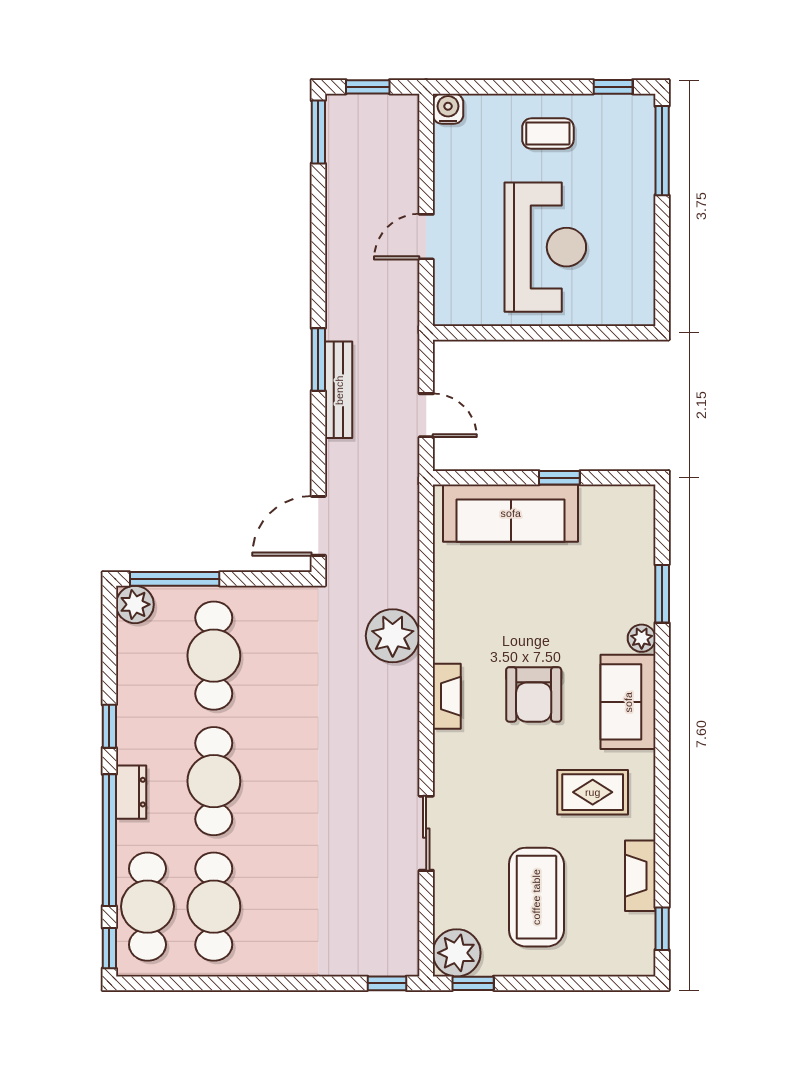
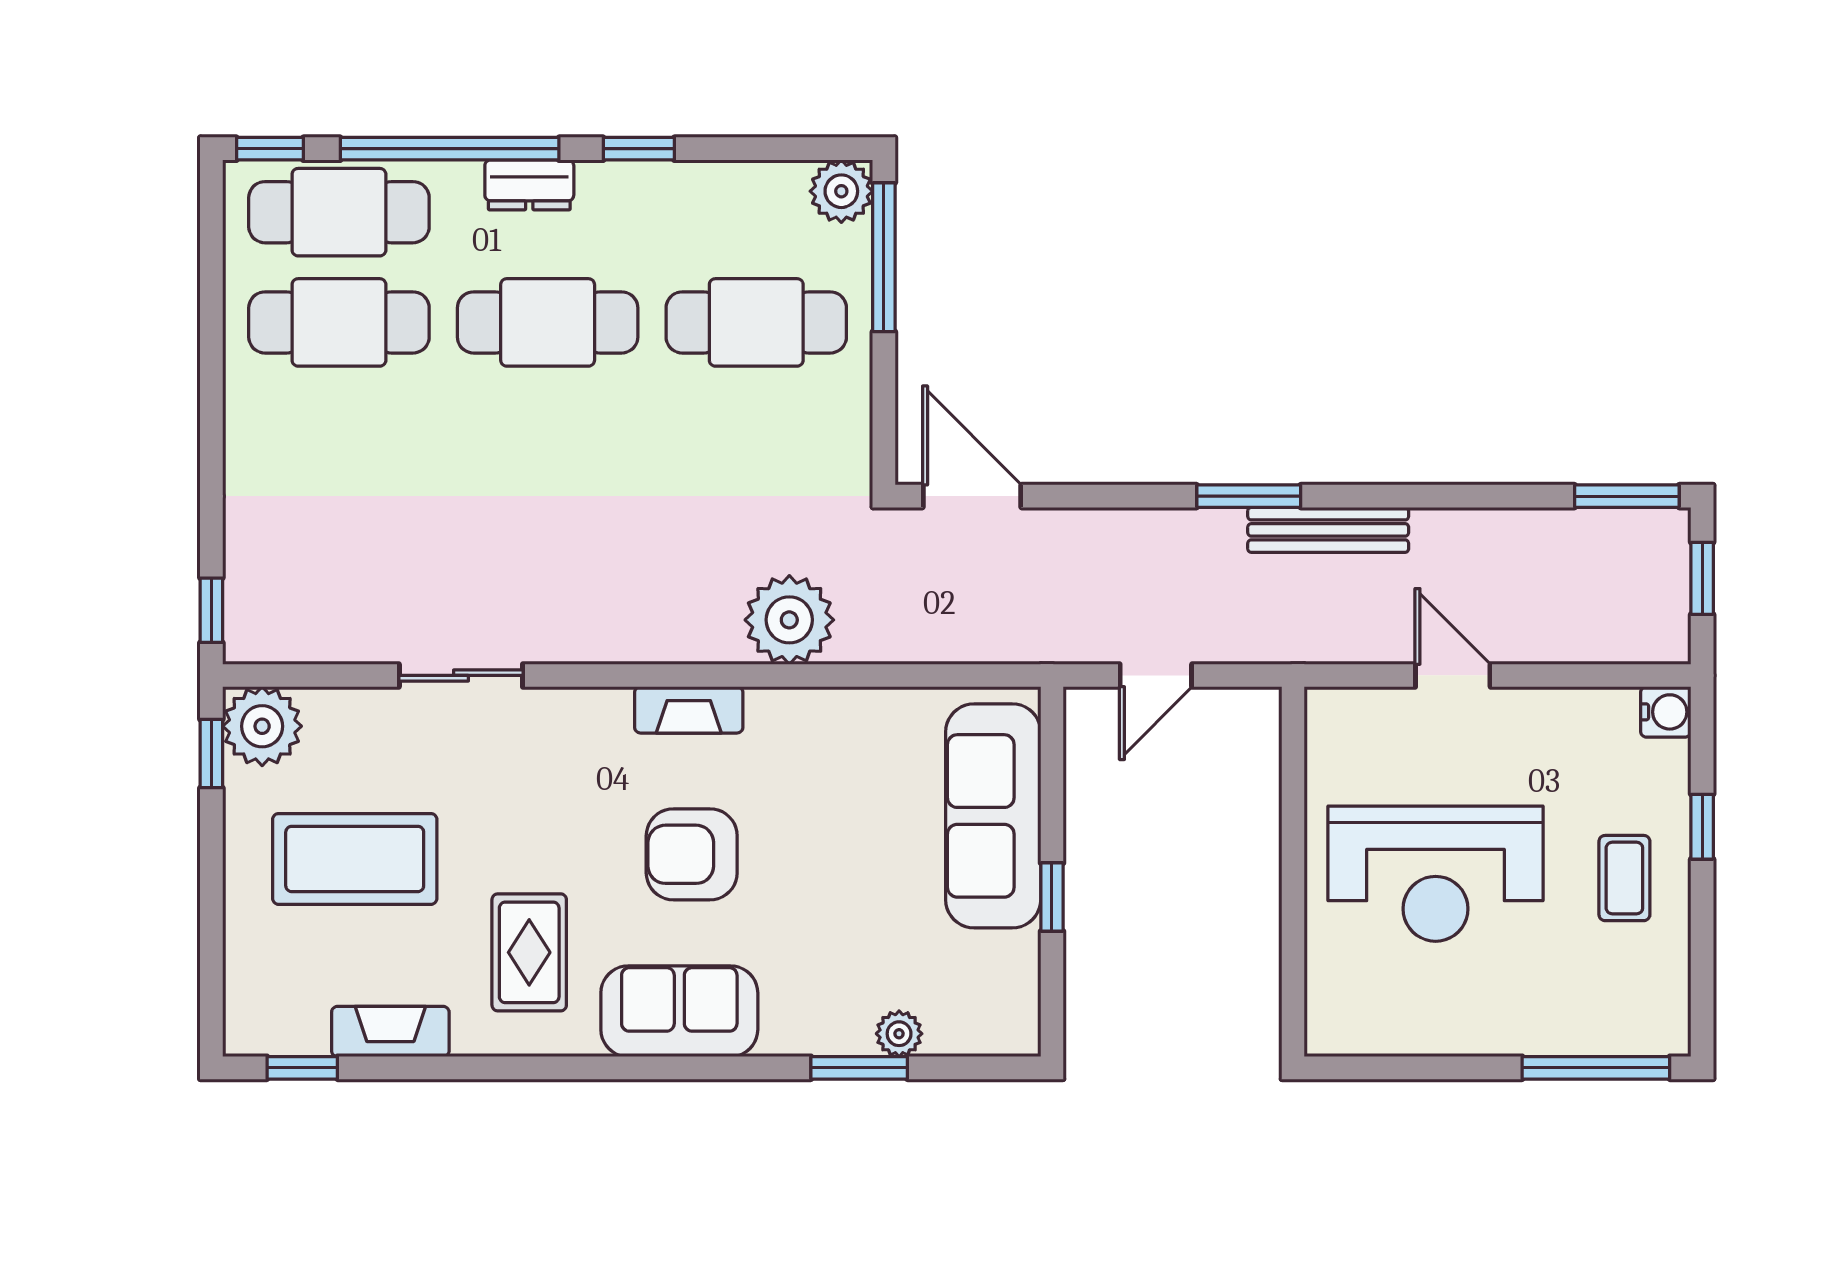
window: (613, 87) -> (1702, 827), moved
bench: (339, 390) -> (1328, 530), moved
plant: (642, 638) -> (899, 1034), moved

